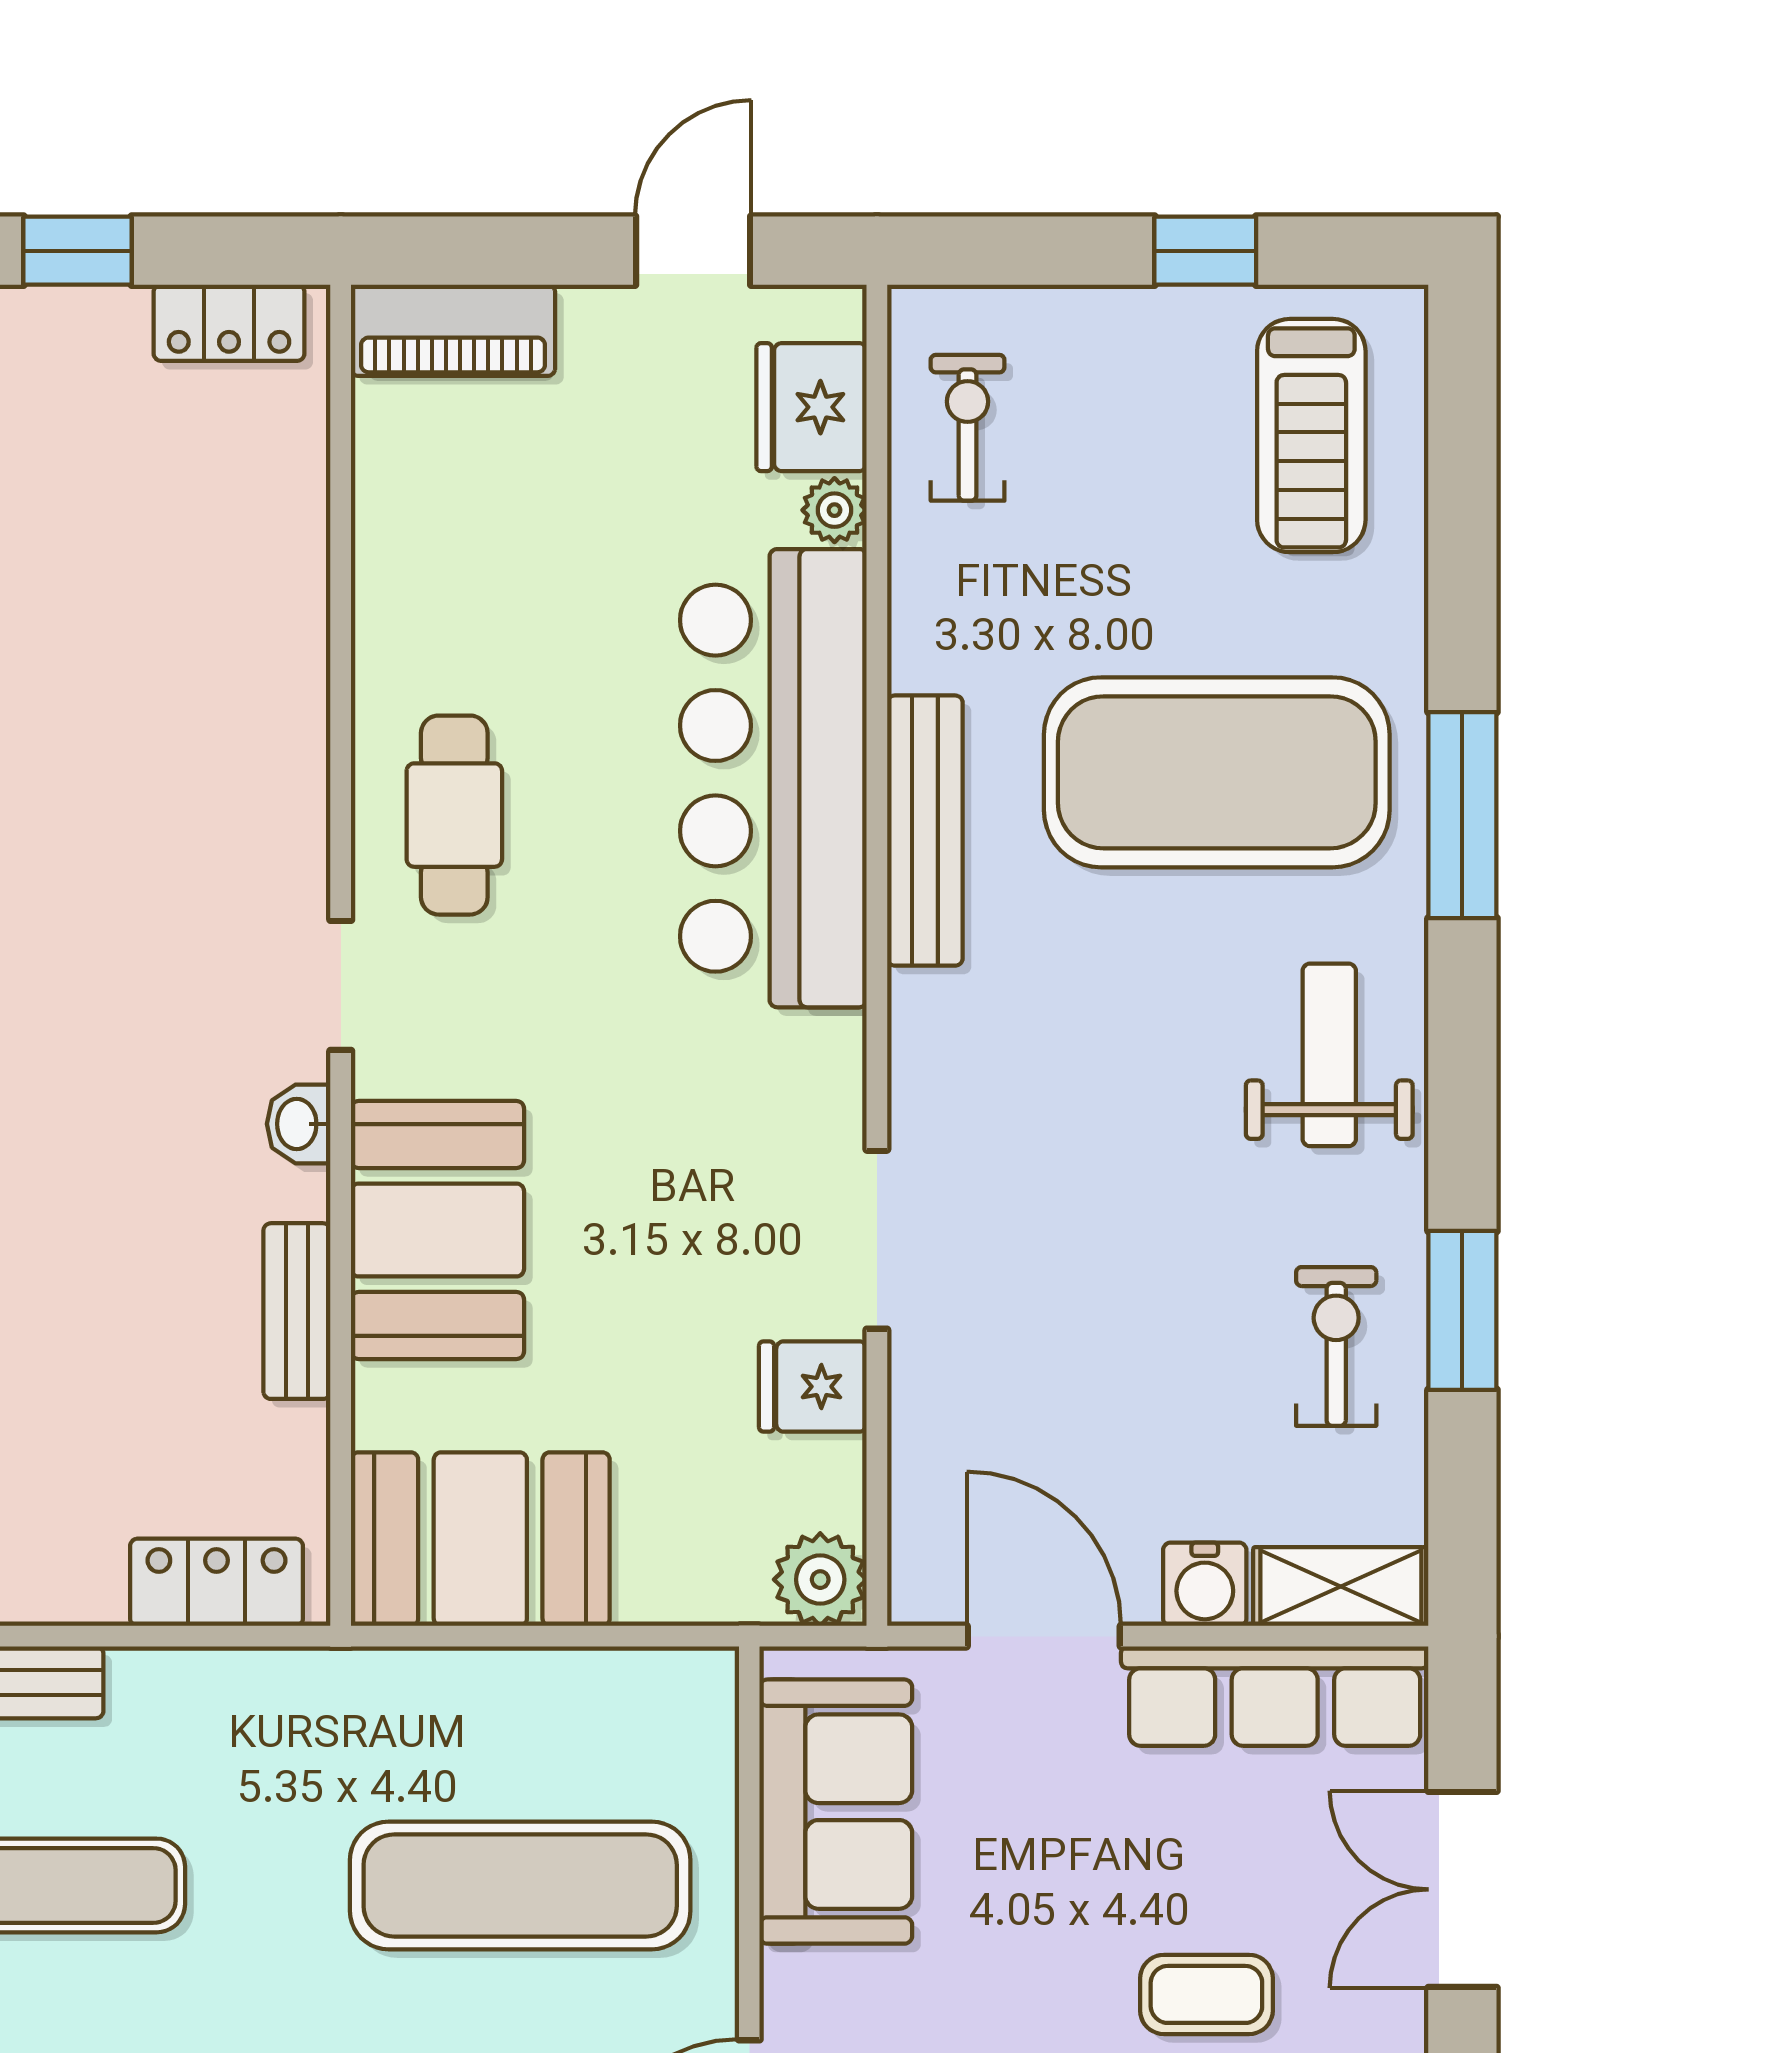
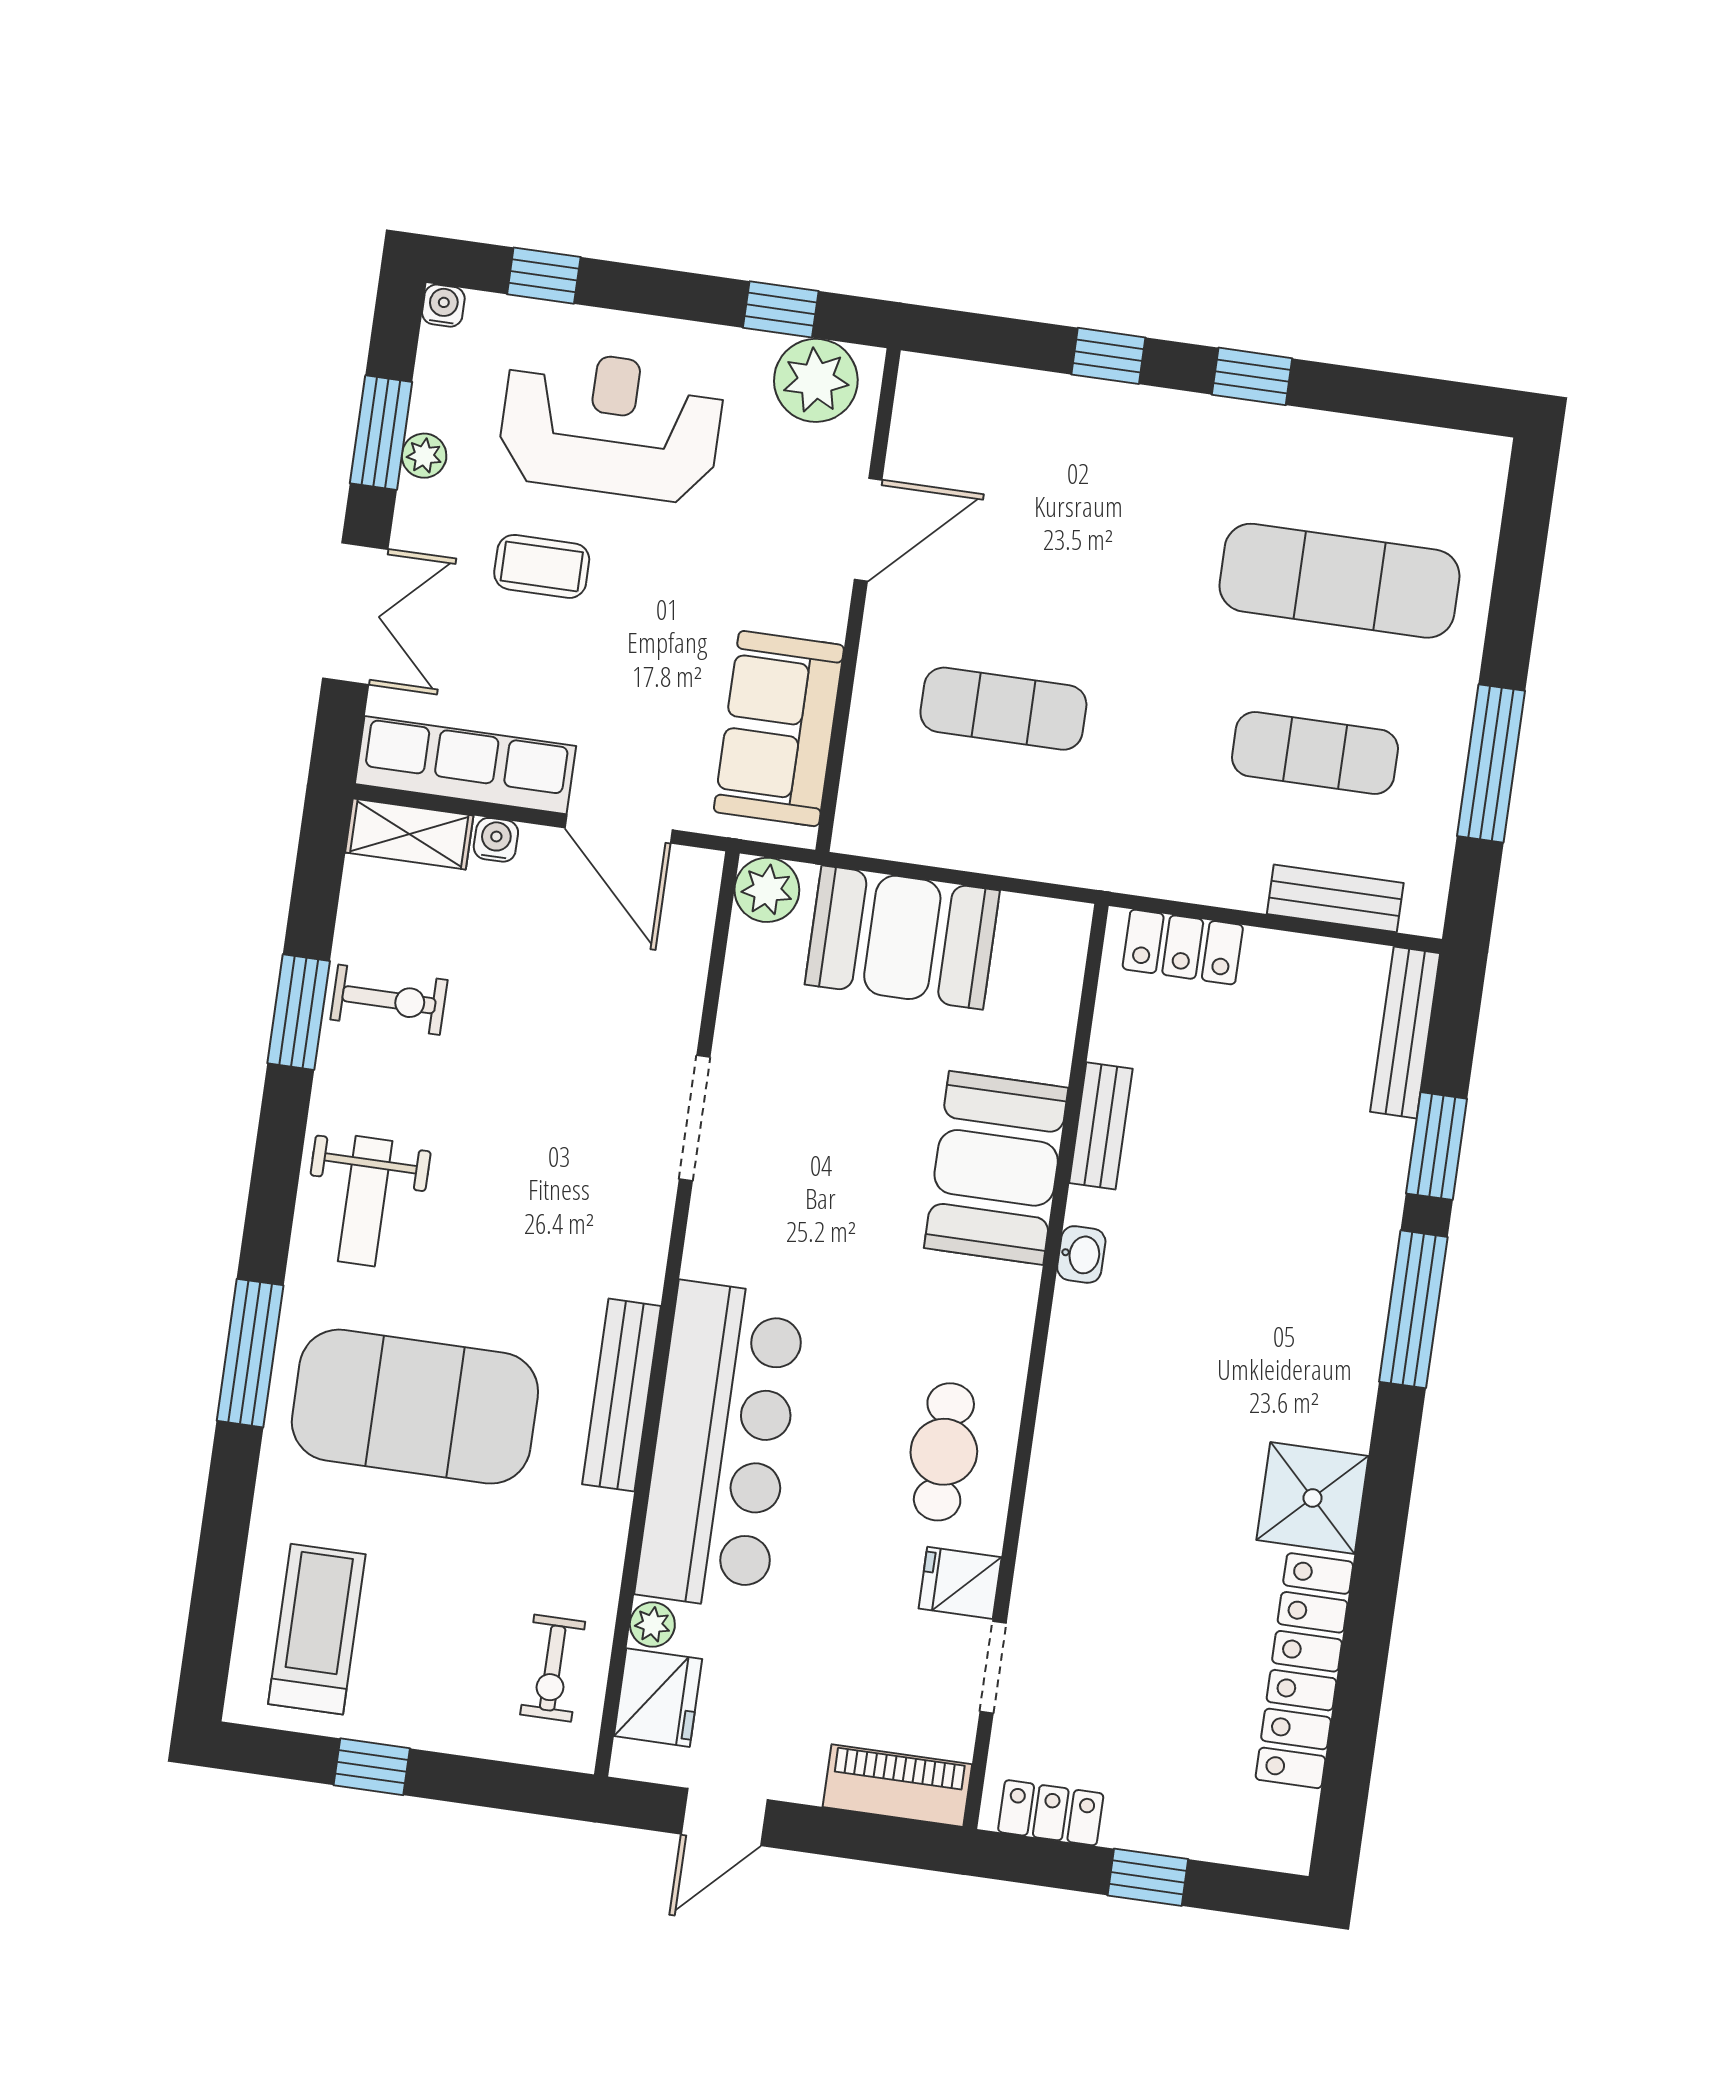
doorway: (341, 985) -> (993, 1667), moved
exercise bike: (1336, 1346) -> (389, 1000), turned -90
fridge: (813, 1387) -> (960, 1583), moved, turned 180
booth: (480, 1539) -> (902, 937), moved
water cooler: (1205, 1584) -> (496, 840), width x0.72, depth x0.72
exercise mat: (520, 1885) -> (1003, 709), width x0.73, depth x0.69

